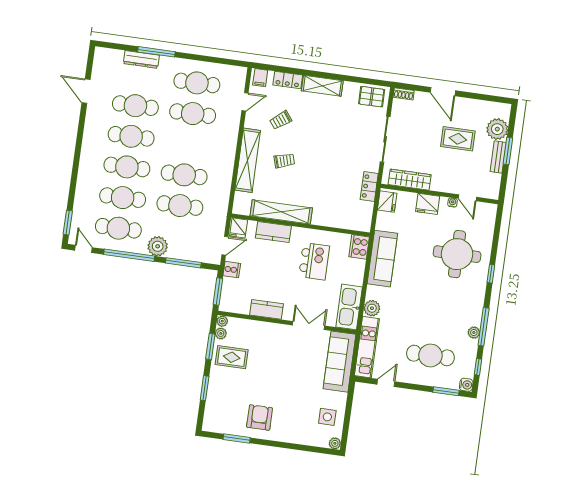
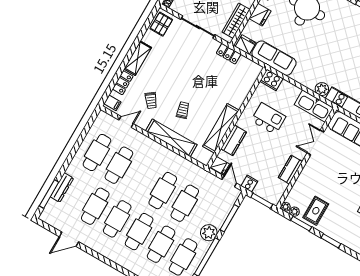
window: (156, 52) -> (49, 194), moved
door: (245, 102) -> (126, 122), hinge flipped
sofa: (382, 259) -> (274, 58), moved

